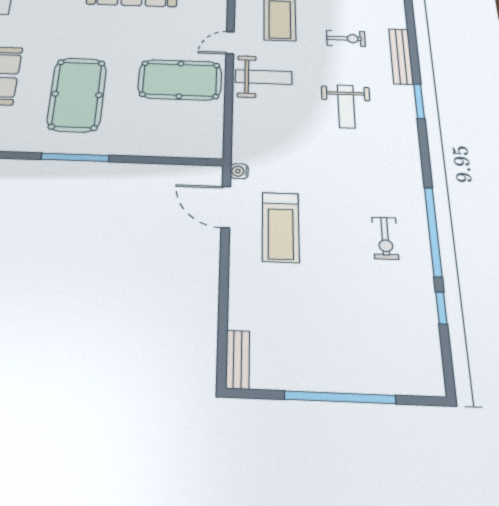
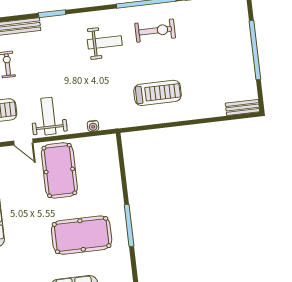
weight bench: (346, 106) -> (105, 42), moved
water cooler: (239, 171) -> (93, 126), moved
door: (226, 207) -> (149, 127), removed
exercise bike: (385, 238) -> (155, 31), width x1.38, depth x1.39

